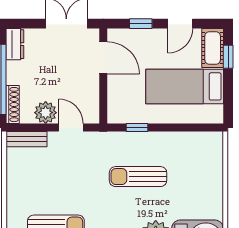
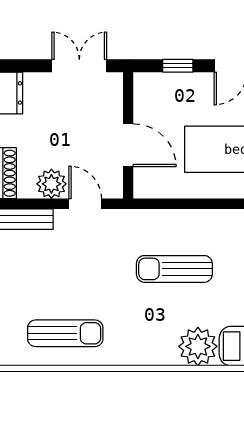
door: (103, 58) -> (128, 145), moved
window: (137, 128) -> (173, 204), removed

